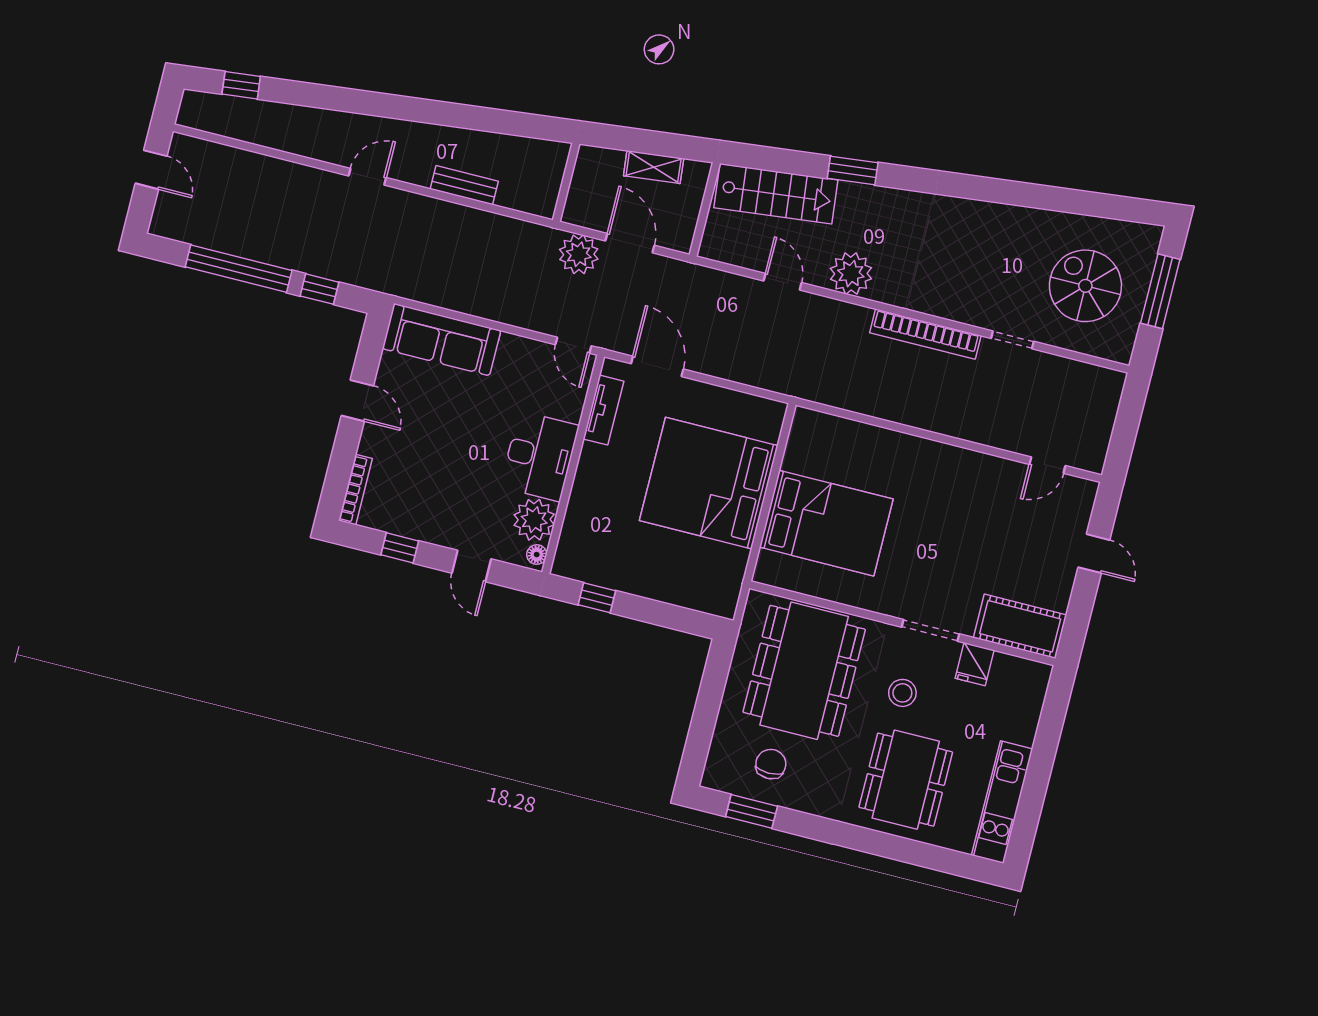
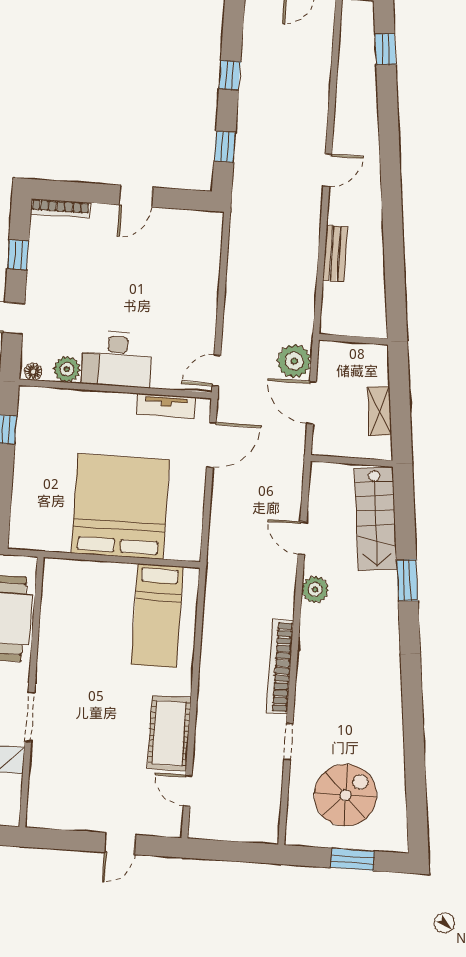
door: (367, 177) -> (327, 170), hinge flipped
door: (630, 243) -> (311, 403), swing flipped
window: (239, 269) -> (230, 75), width x0.32
plant: (851, 274) -> (315, 589), width x0.73, depth x0.73
door: (783, 282) -> (302, 538), swing flipped
window: (1160, 291) -> (352, 859), width x0.69
sofa: (442, 340) -> (201, 258), removed
plant: (534, 520) -> (67, 369), width x0.73, depth x0.73
bed: (826, 523) -> (157, 616), moved, width x0.67
cot: (1020, 626) -> (169, 733), moved

